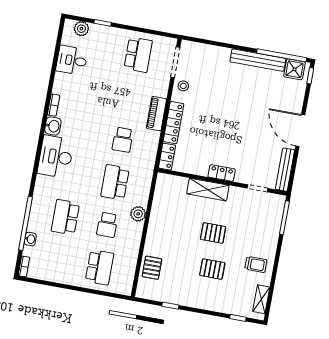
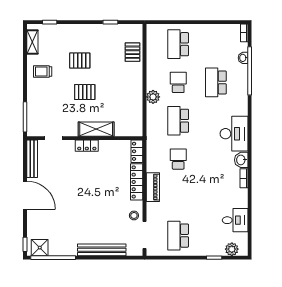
bench: (258, 60) -> (102, 250), moved
school desk: (115, 182) -> (178, 121), turned 180
school desk: (65, 217) -> (216, 82), turned 180

